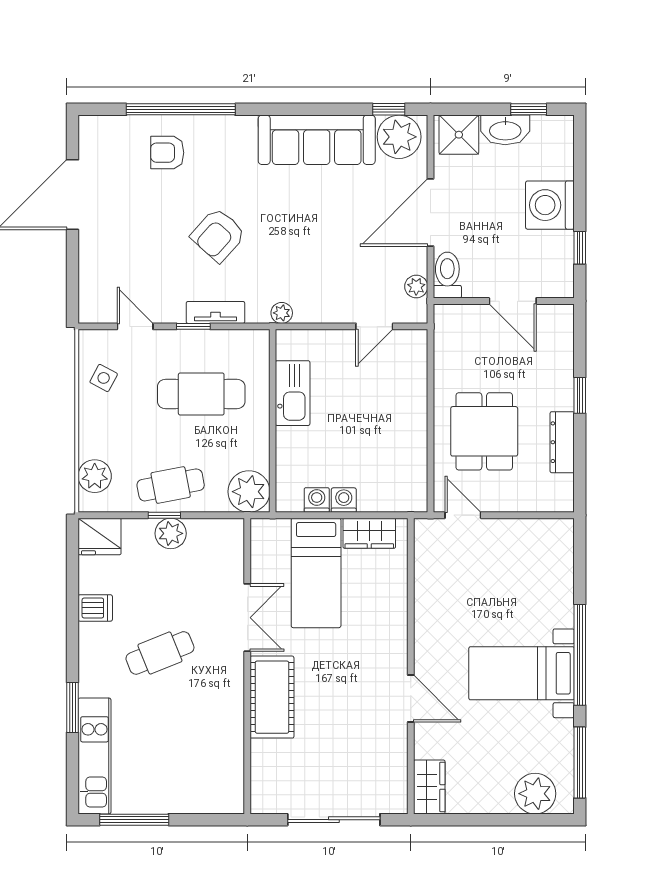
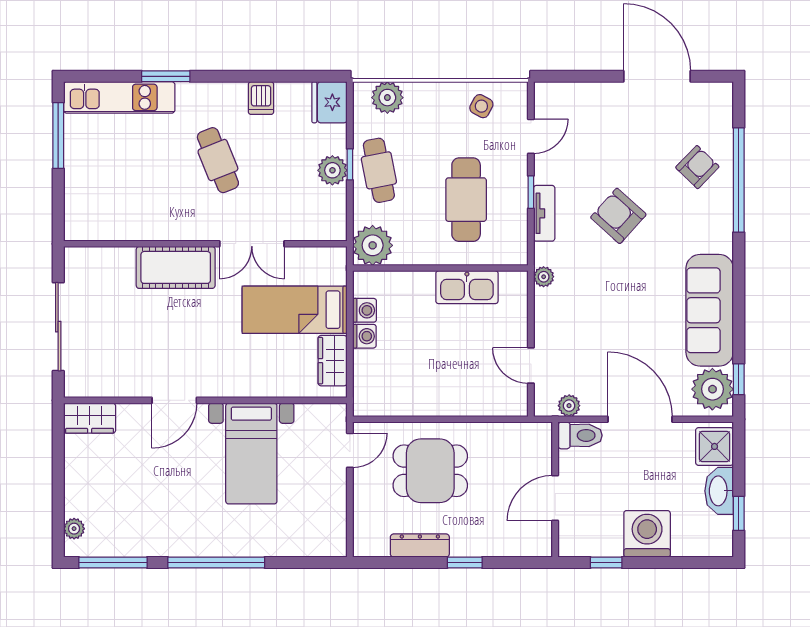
armchair: (167, 153) -> (697, 167), turned 44
bed with nightstands: (522, 673) -> (251, 454), moved, turned 180
plant: (535, 794) -> (74, 529), width x0.53, depth x0.53

